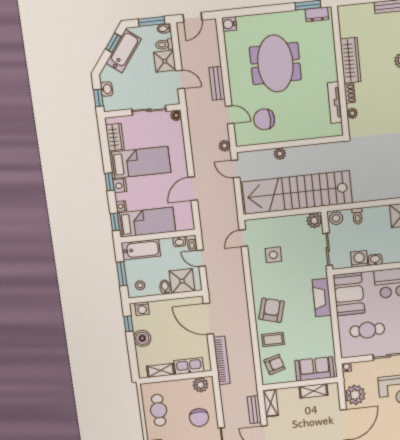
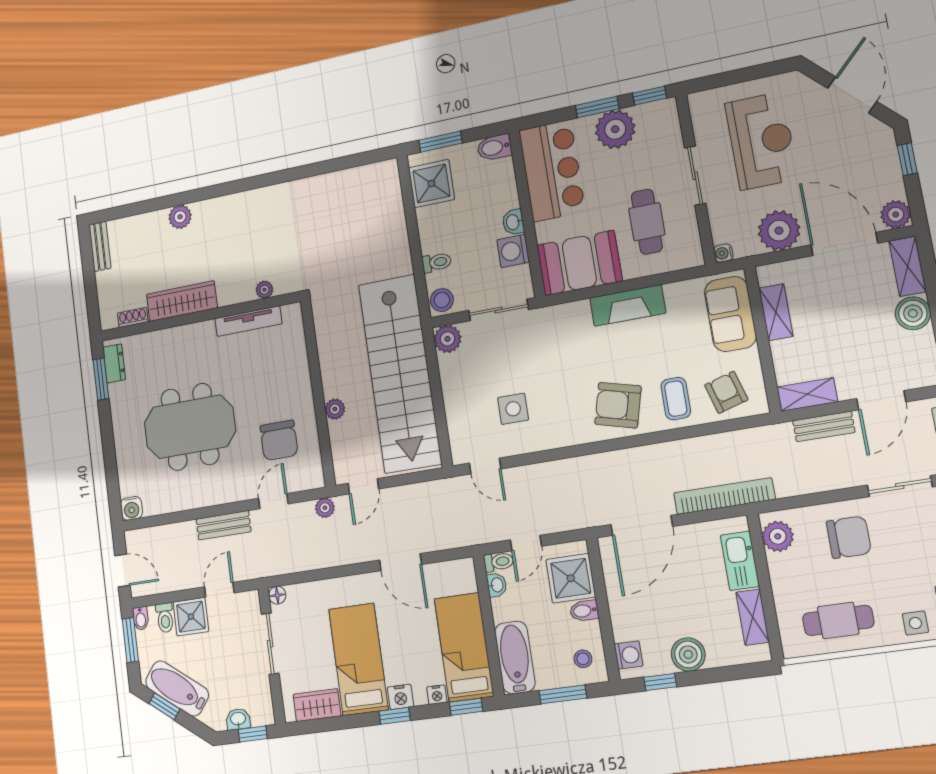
shoe rack: (350, 93) -> (133, 317), moved
fireplace: (322, 298) -> (628, 305), moved

